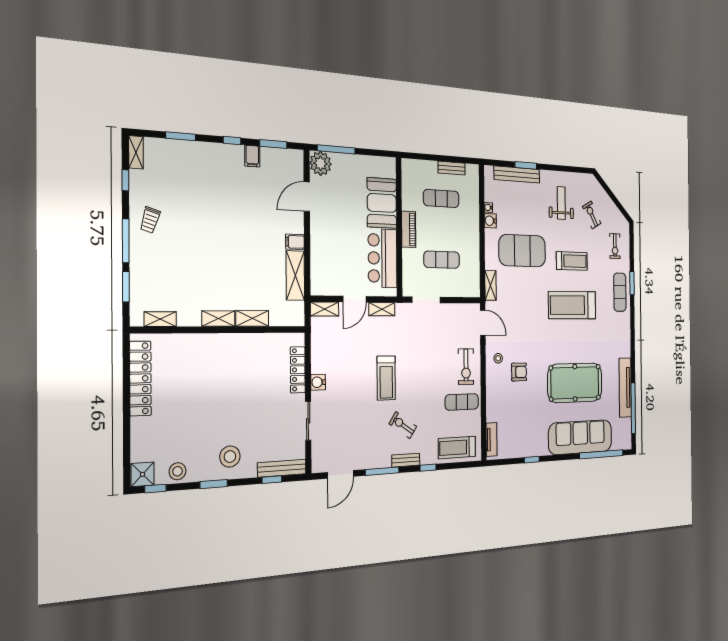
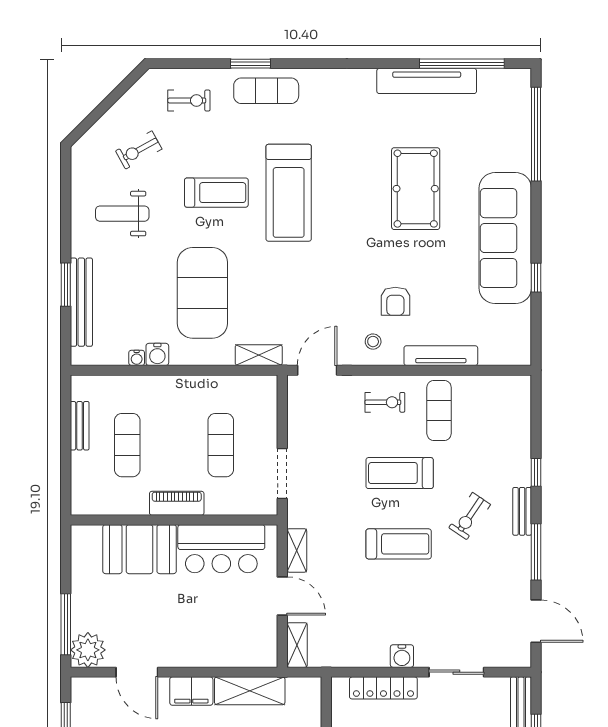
filing cabinet: (295, 242) -> (191, 691), width x2.00
treadmill: (572, 261) -> (216, 193), turned 90
exercise bike: (466, 367) -> (385, 402), width x0.73, depth x0.72
armchair: (519, 372) -> (395, 301), turned 180
pool table: (575, 383) -> (416, 189), width x0.73, depth x0.76
sofa: (580, 437) -> (505, 238), moved
tv unit: (491, 439) -> (441, 356), moved, width x1.41
treadmill: (457, 447) -> (400, 473), moved, turned 90

